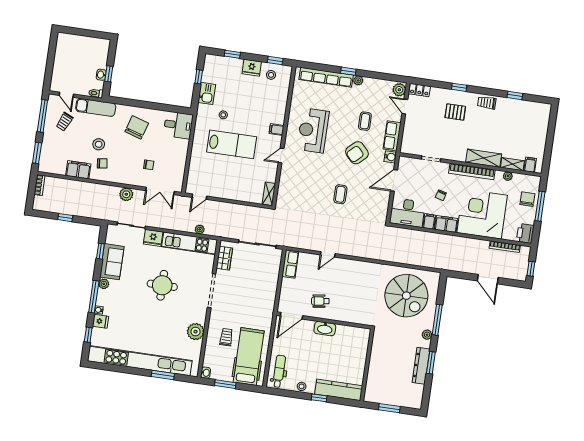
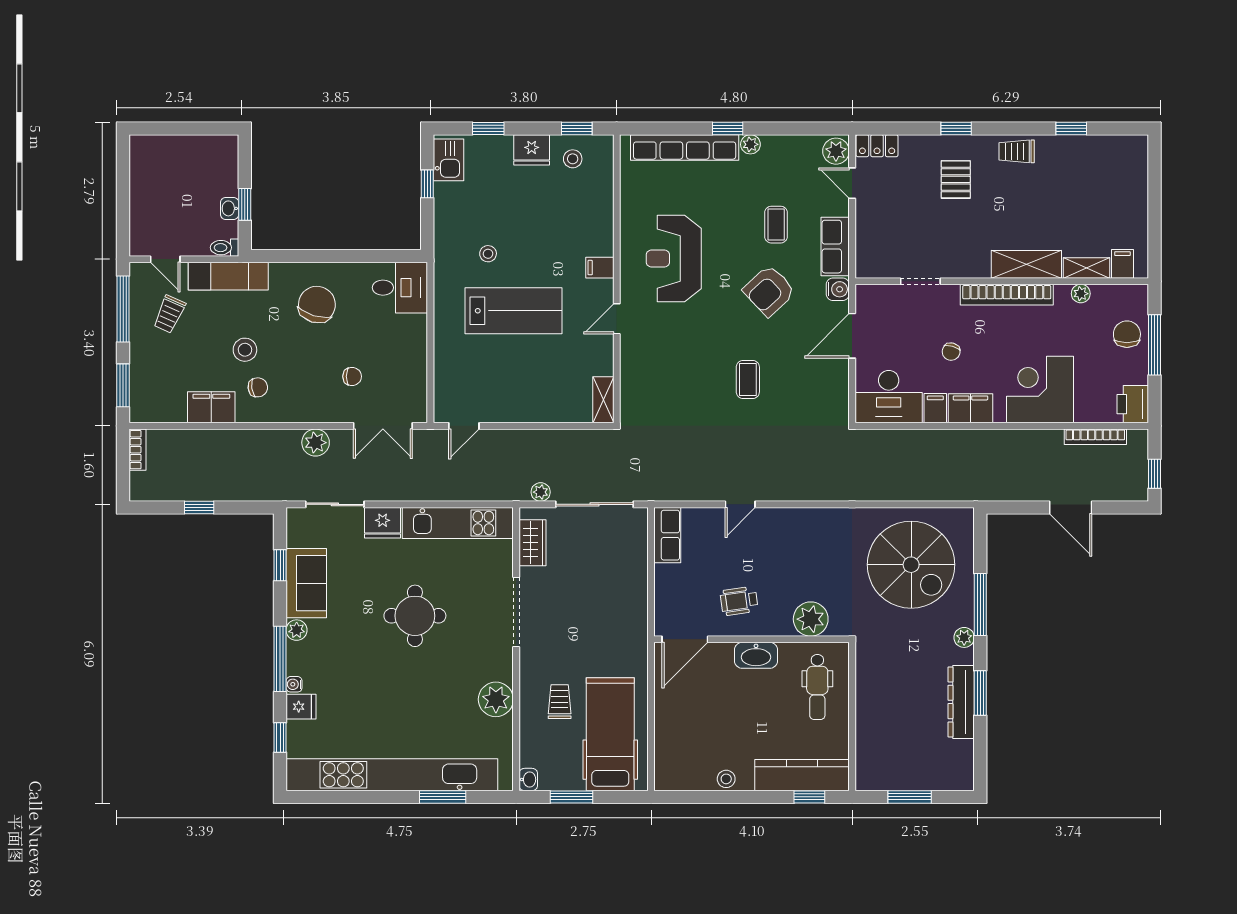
kitchen sink: (207, 93) -> (449, 160), moved
pallet: (455, 112) -> (956, 179), turned 90
corner desk: (482, 214) -> (1040, 390), width x0.74, depth x0.74
plant: (200, 229) -> (541, 492), moved
plant: (354, 315) -> (811, 619), added
dental chair: (279, 371) -> (817, 687), moved, turned 180
window: (319, 398) -> (809, 797), moved

